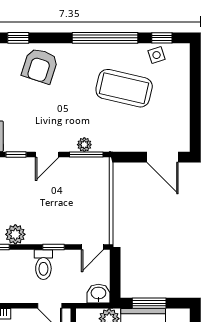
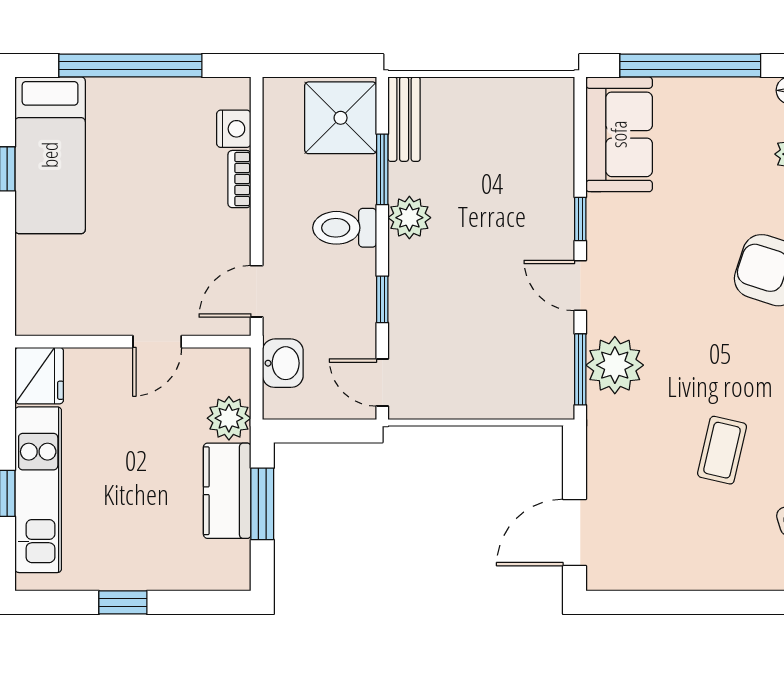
coffee table: (124, 88) -> (722, 450), width x0.54, depth x0.58
plant: (84, 145) -> (615, 365), width x1.87, depth x1.87
toilet: (43, 265) -> (345, 228), moved
washbasin: (98, 294) -> (283, 363), moved

